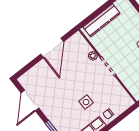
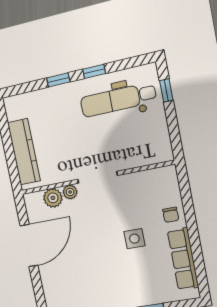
door: (52, 48) -> (29, 245), hinge flipped
plant: (85, 48) -> (53, 198), added

